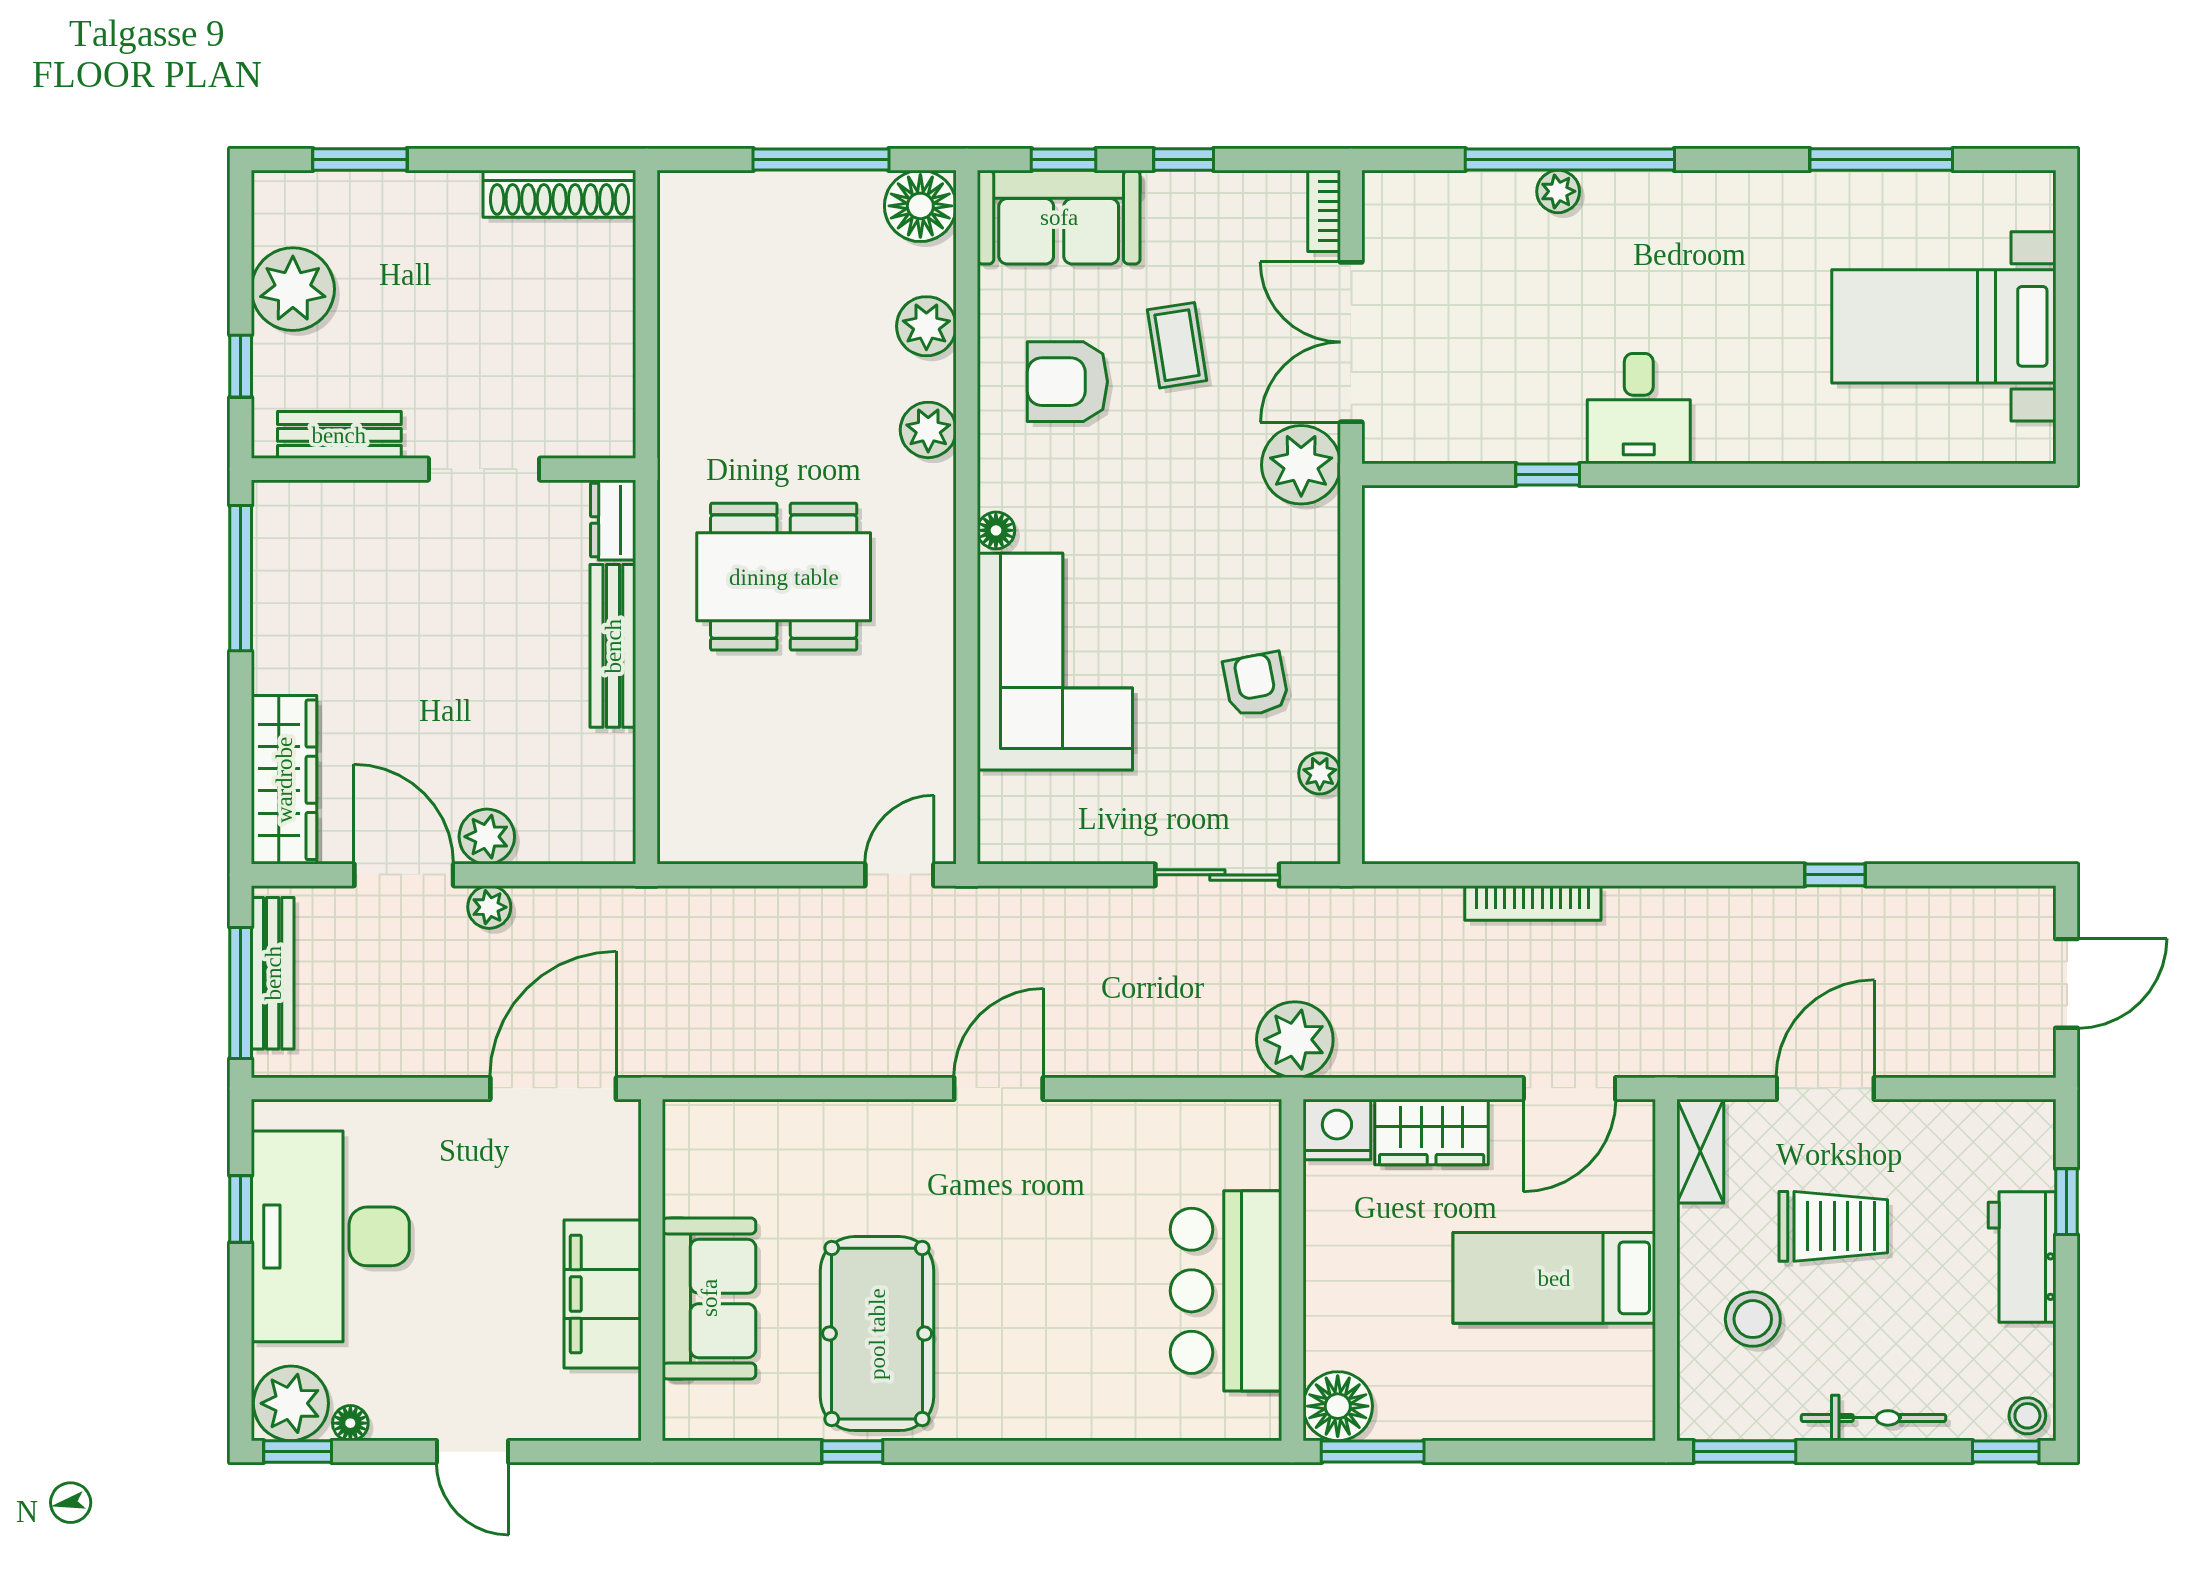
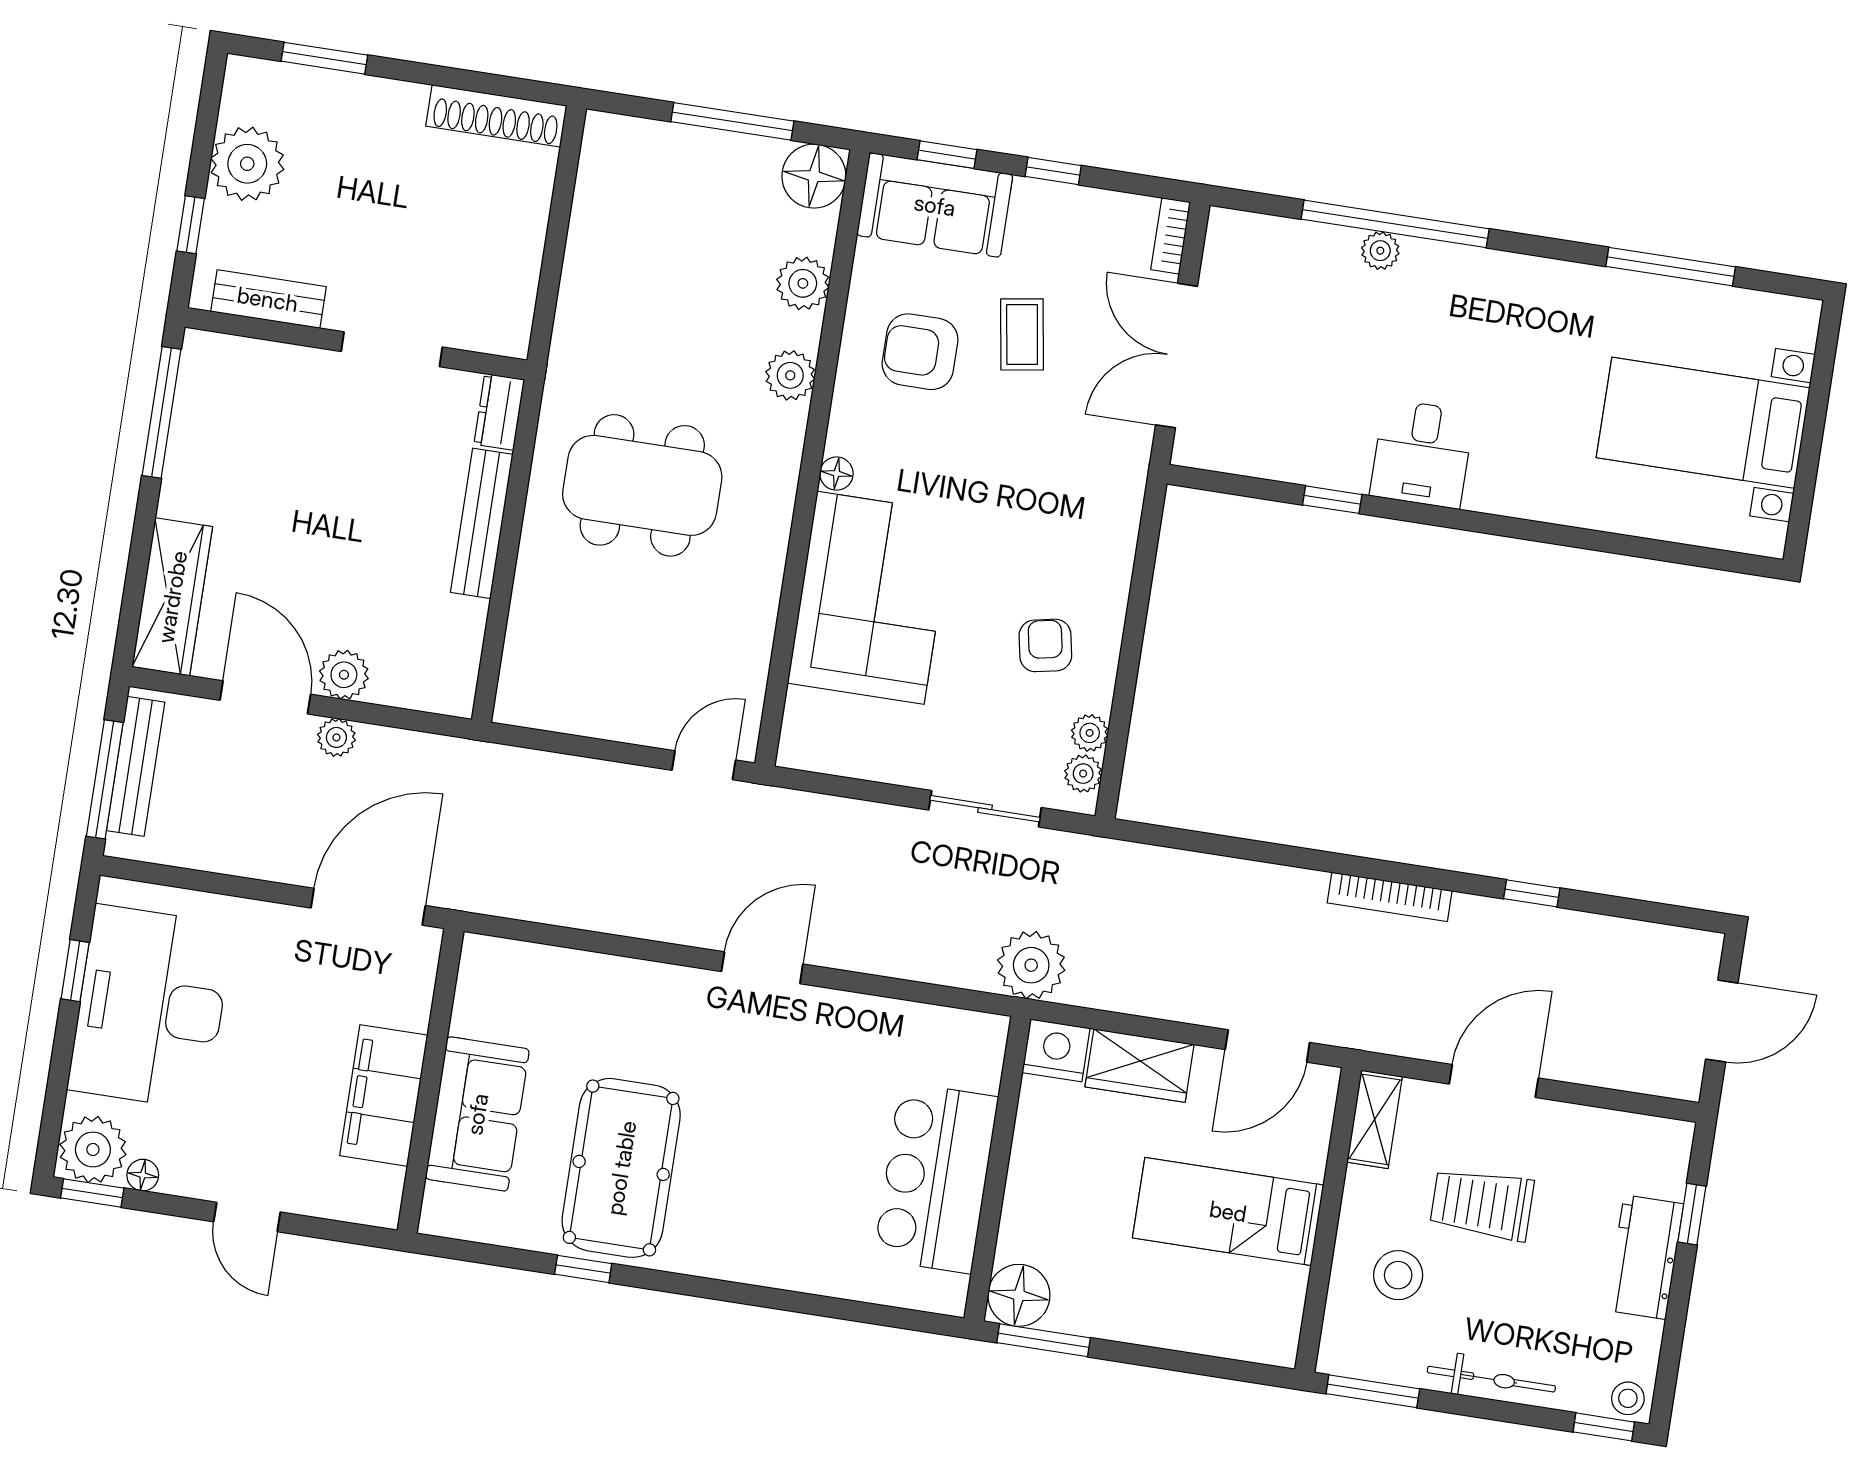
plant: (1301, 465) -> (1083, 774), moved, width x0.53, depth x0.53
bookcase: (1533, 903) -> (1390, 897), moved
trolley: (1833, 1226) -> (1482, 1204), turned 180

